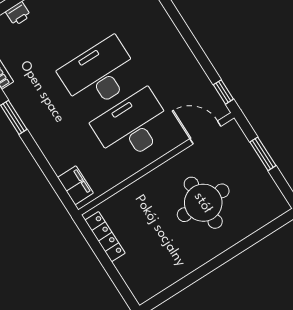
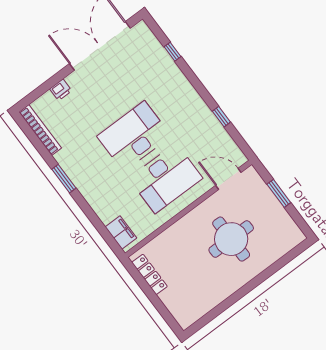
window: (223, 92) -> (221, 117), moved
desk: (132, 126) -> (166, 178), turned 180

